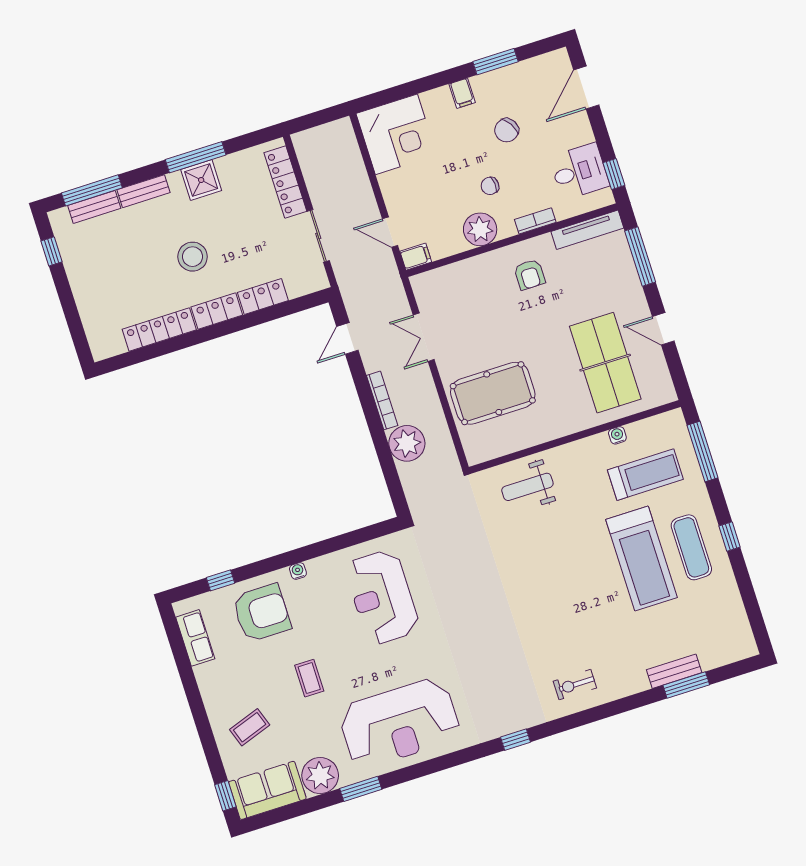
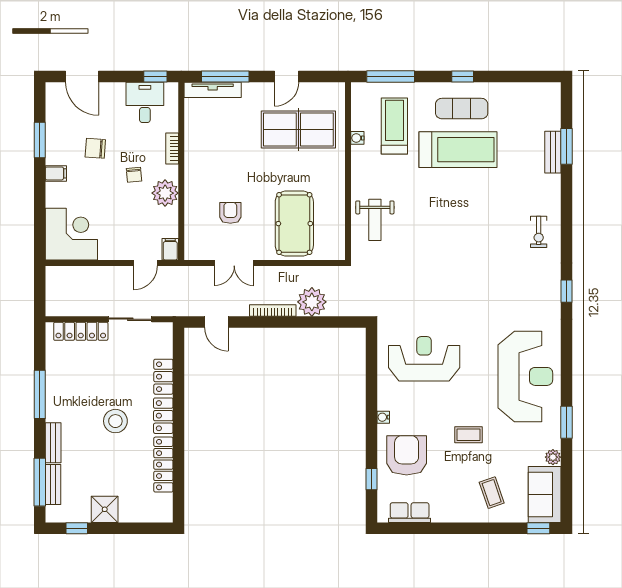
chair: (507, 130) -> (95, 148), turned 125
shower: (201, 180) -> (105, 509), moved
tv unit: (587, 230) -> (213, 90), moved, turned 90
armchair: (530, 274) -> (230, 213), moved, turned -90
reception desk: (382, 597) -> (424, 359), turned 180
plant: (320, 776) -> (553, 457), width x0.53, depth x0.53

